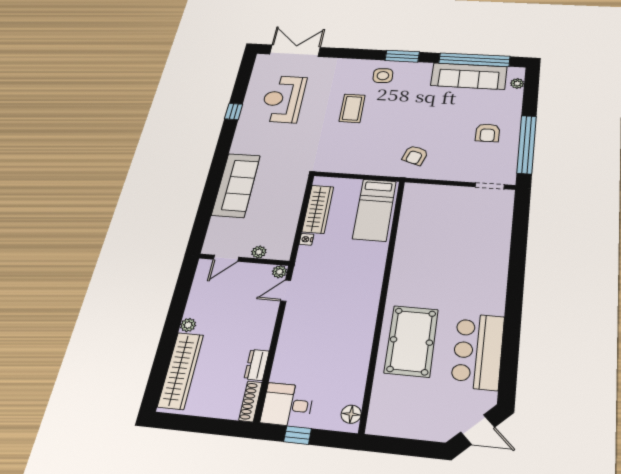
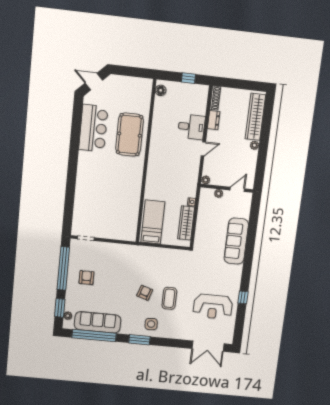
window: (531, 93) -> (60, 308), added
reception desk: (283, 99) -> (213, 307), turned 90
armchair: (415, 155) -> (145, 293), moved
door: (286, 291) -> (203, 149), moved
desk: (287, 405) -> (191, 127), moved

